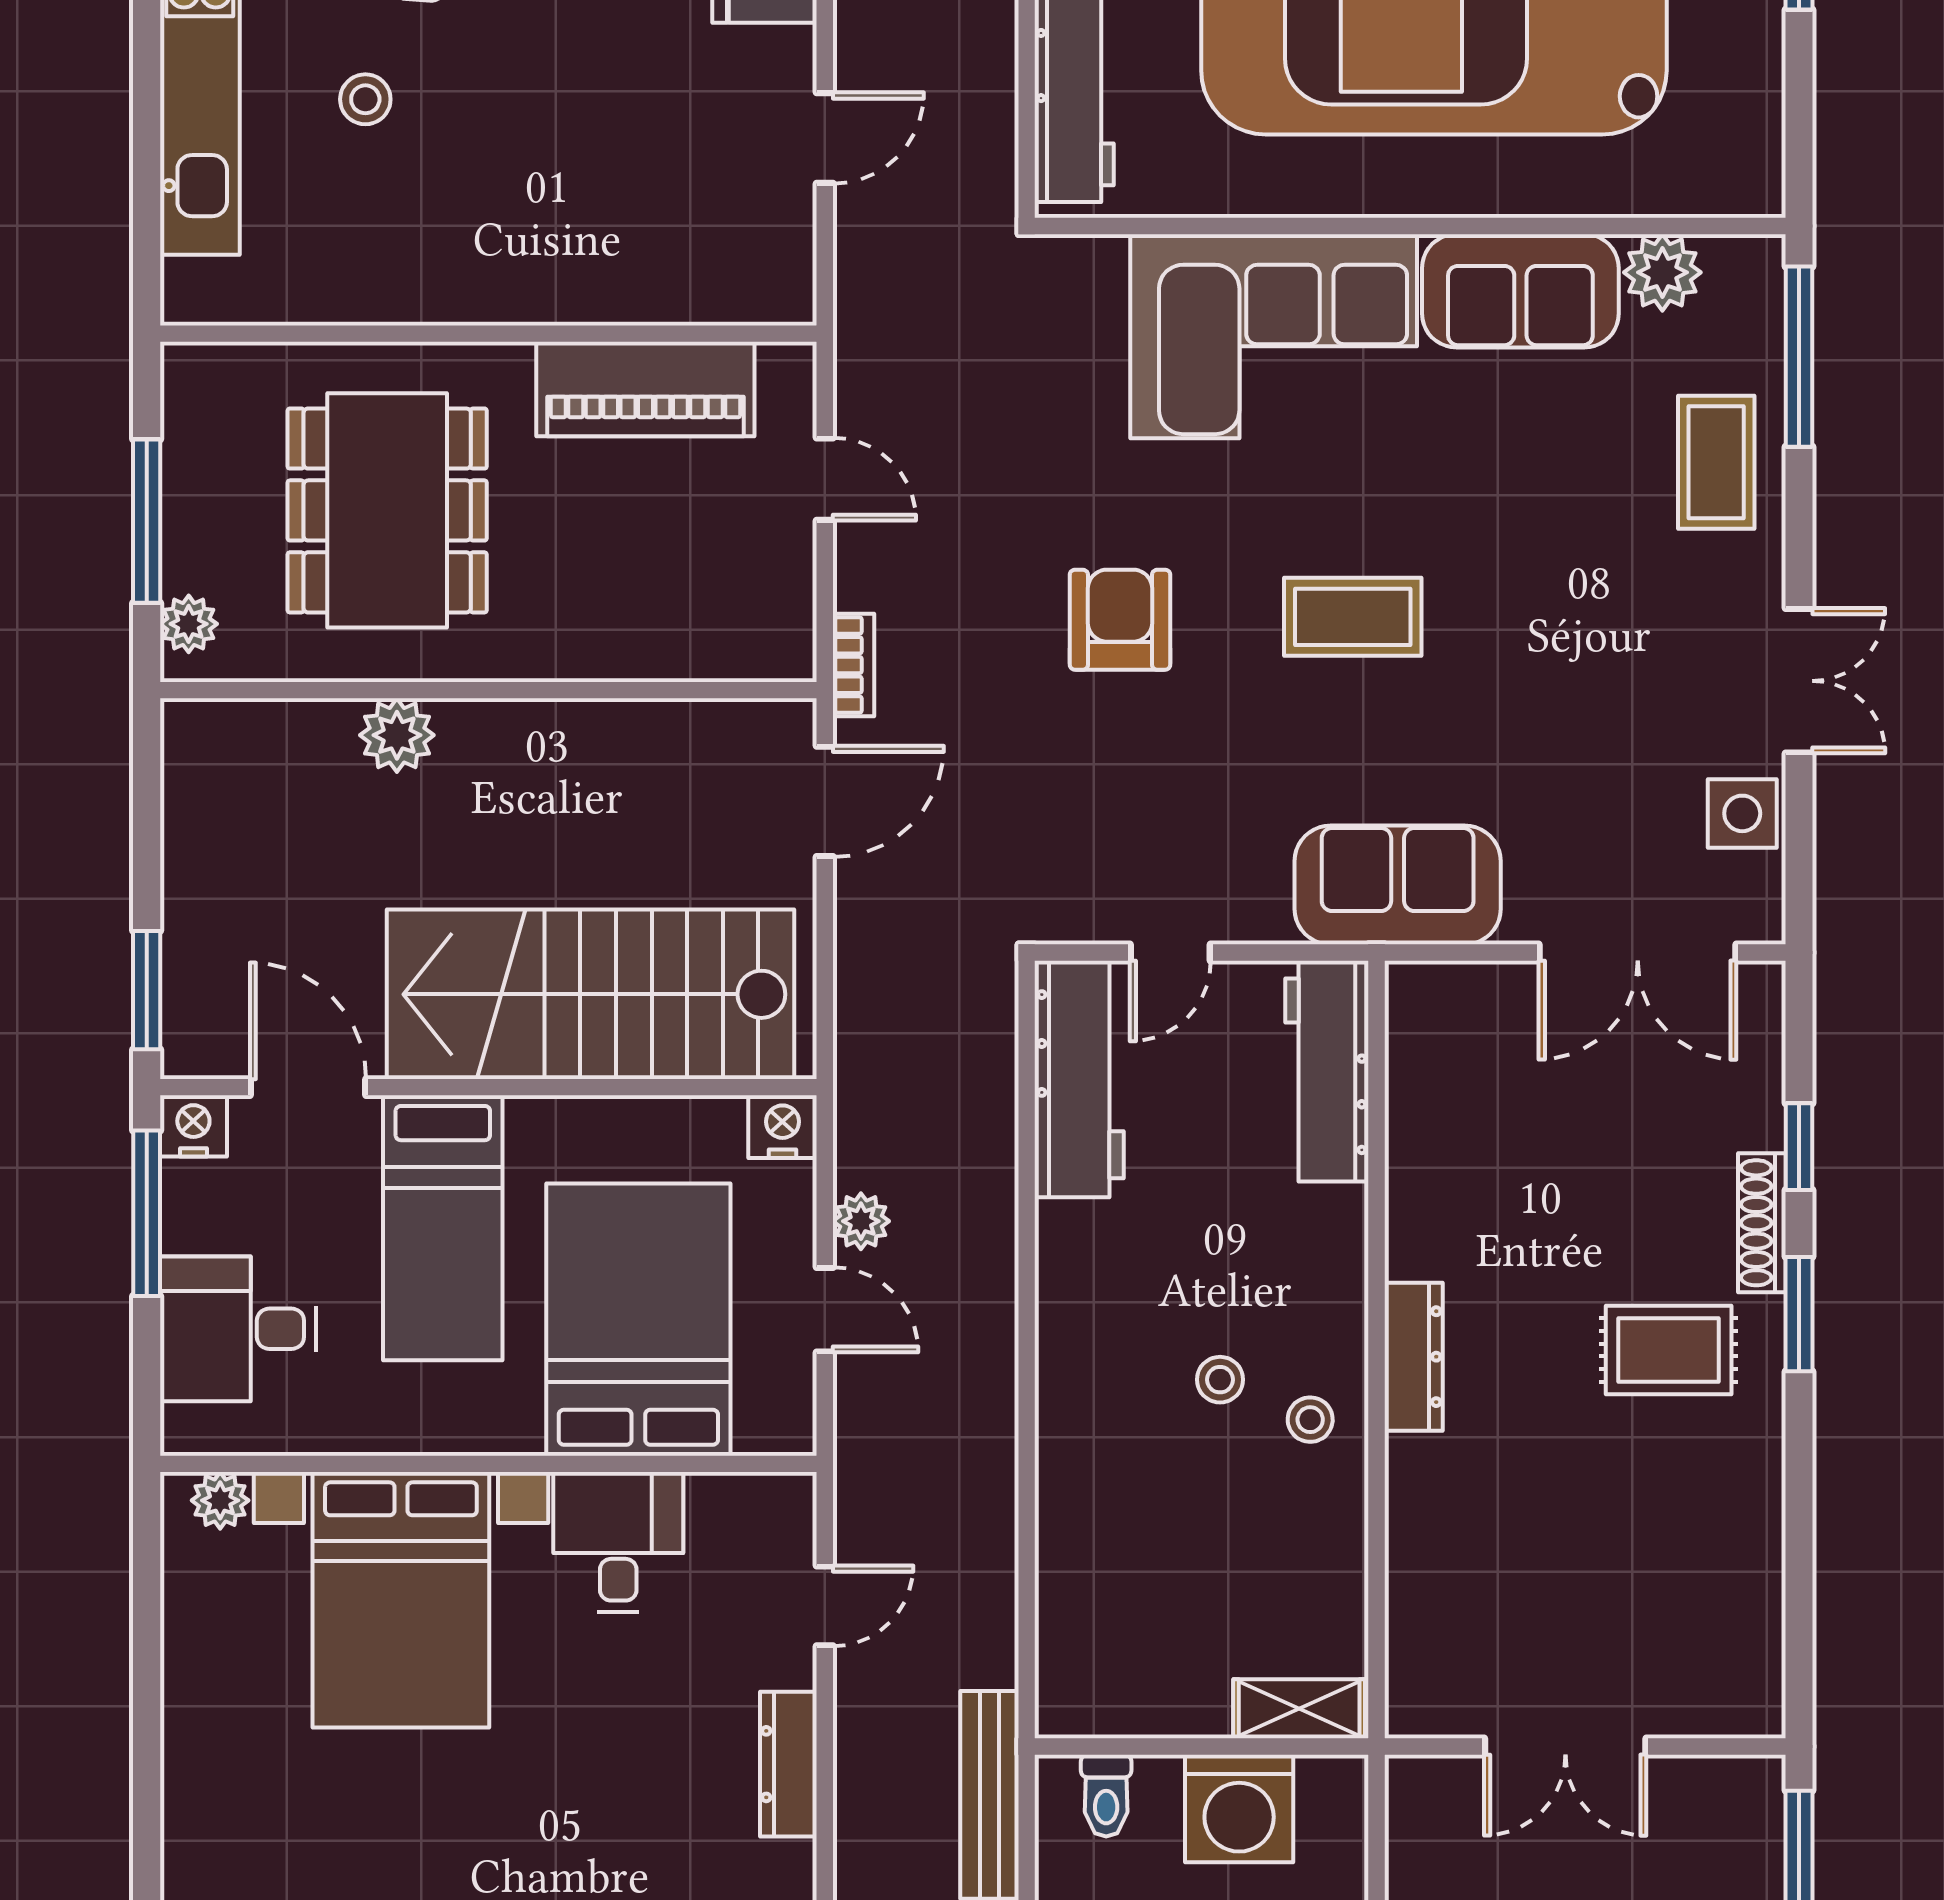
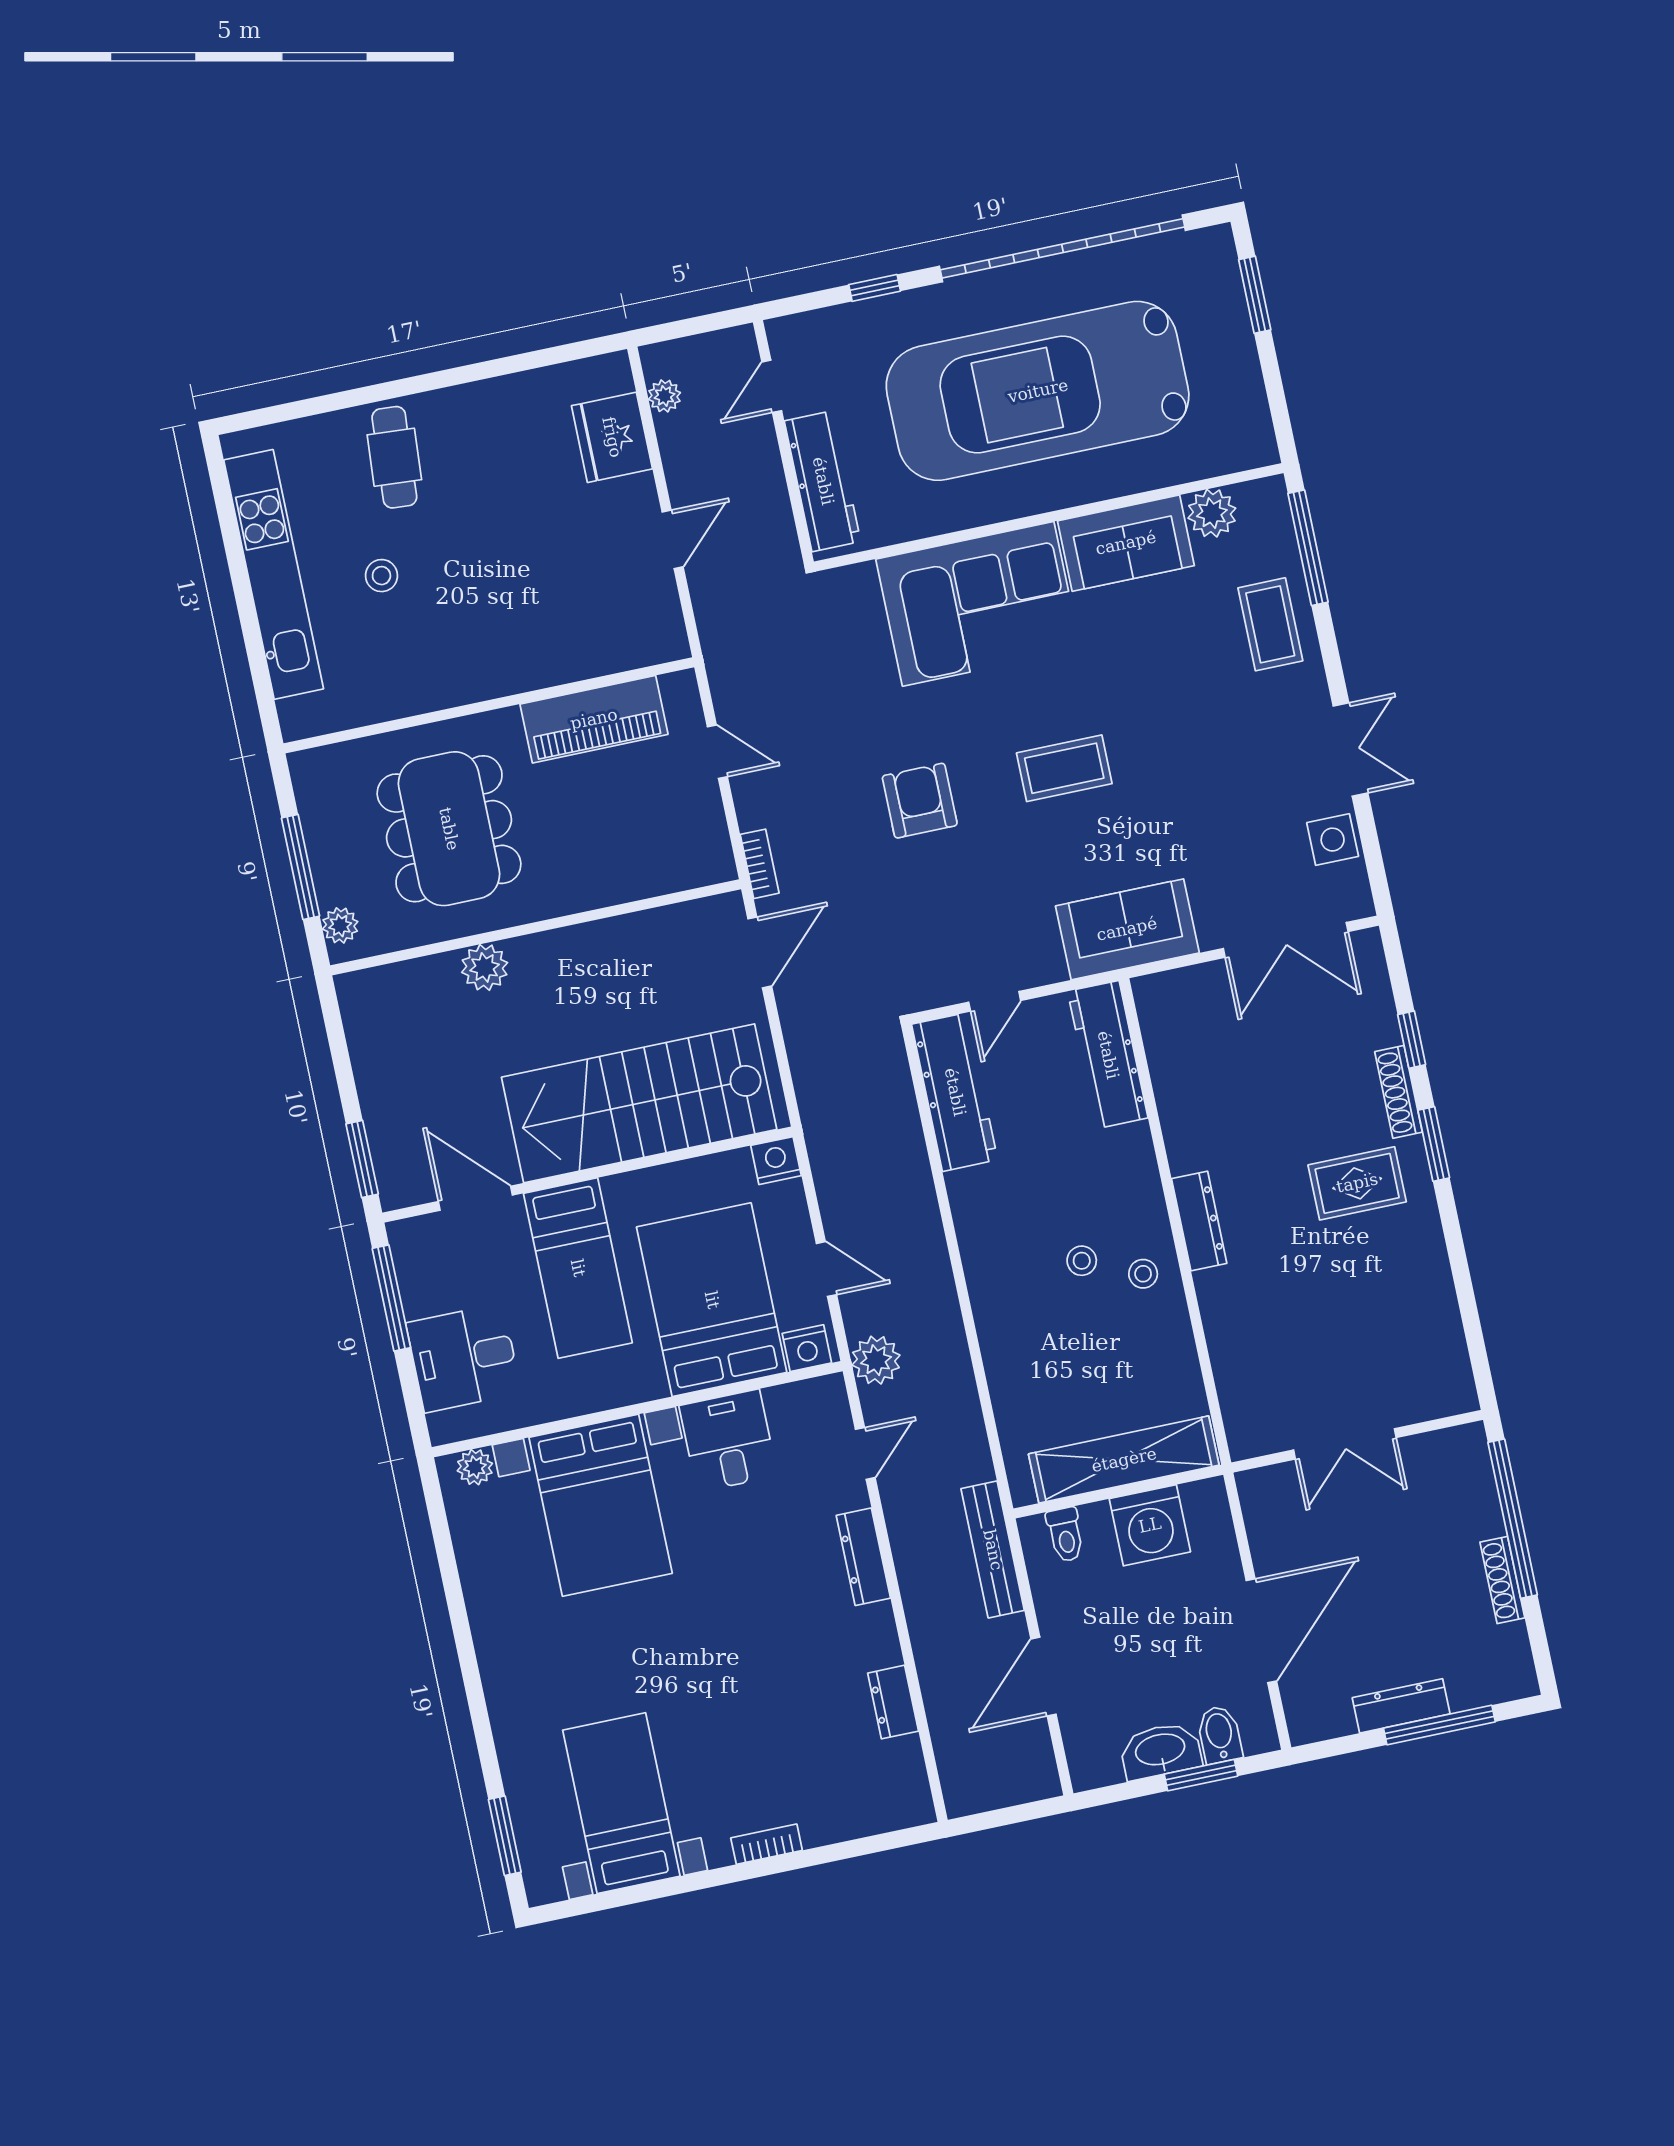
nightstand: (193, 1126) -> (807, 1348), moved, turned 180
plant: (861, 1221) -> (876, 1360), moved, width x1.38, depth x1.38
shelving: (1299, 1709) -> (1124, 1460), width x2.20, depth x1.33

